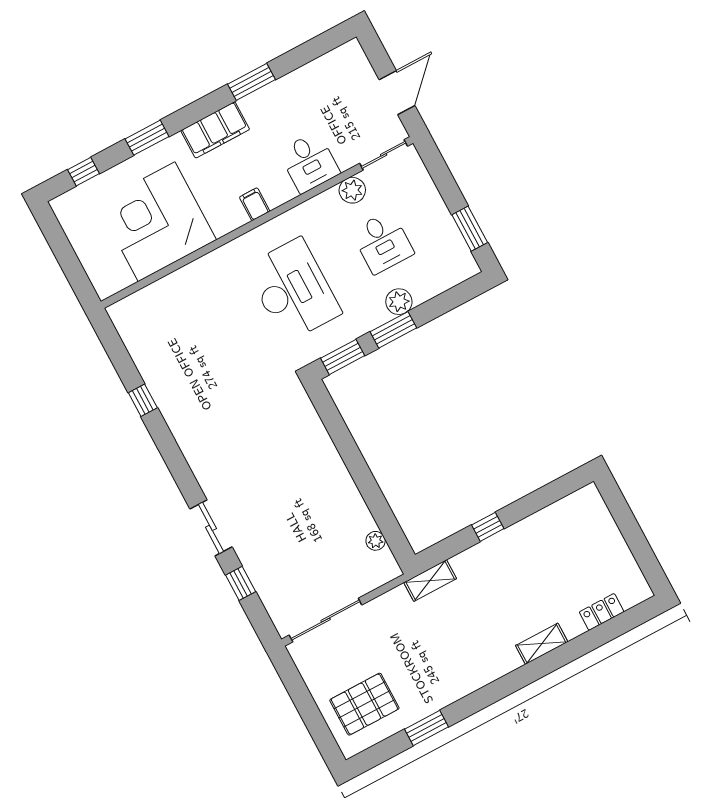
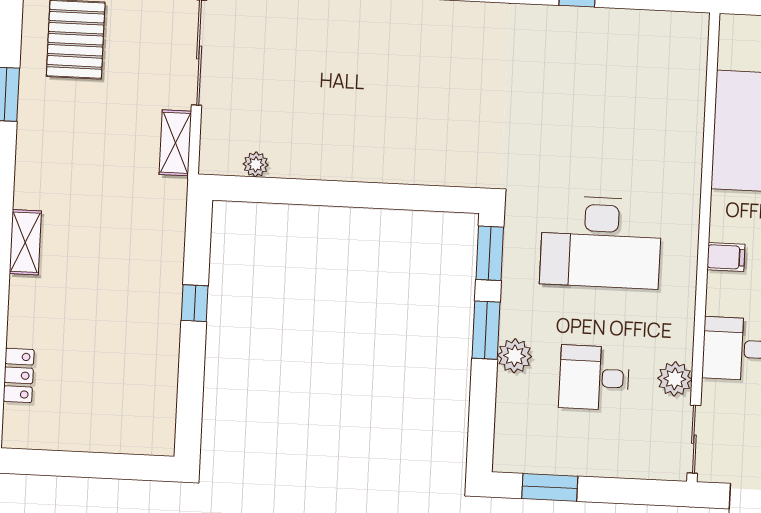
shelving: (430, 581) -> (175, 143), moved
shelving: (542, 644) -> (25, 242), moved

